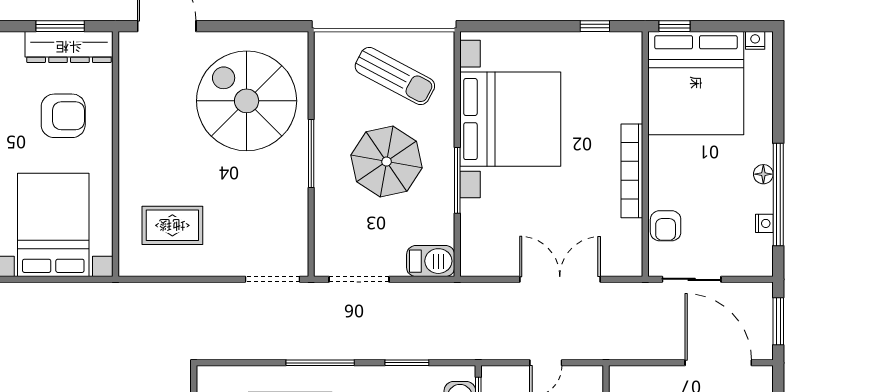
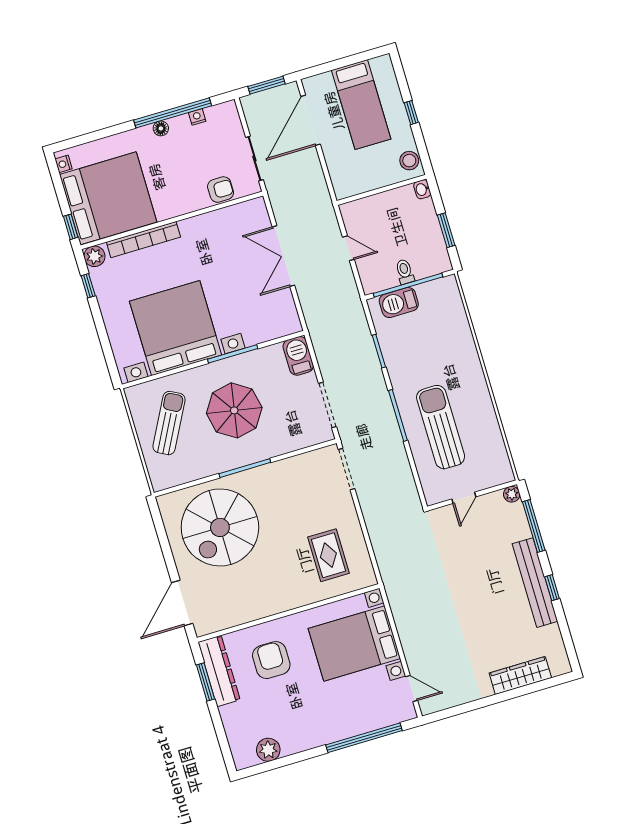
plant: (629, 45) -> (94, 256), added
bookcase: (632, 171) -> (143, 240), moved

